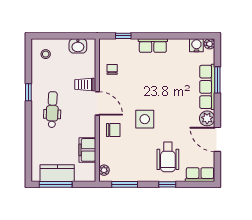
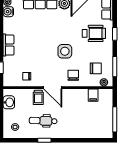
door: (97, 103) -> (53, 88), swing flipped
dental chair: (52, 110) -> (43, 121), moved
filing cabinet: (87, 150) -> (93, 95), width x0.50
chair: (122, 159) -> (96, 68), added
kitchen counter: (57, 173) -> (106, 118), removed

